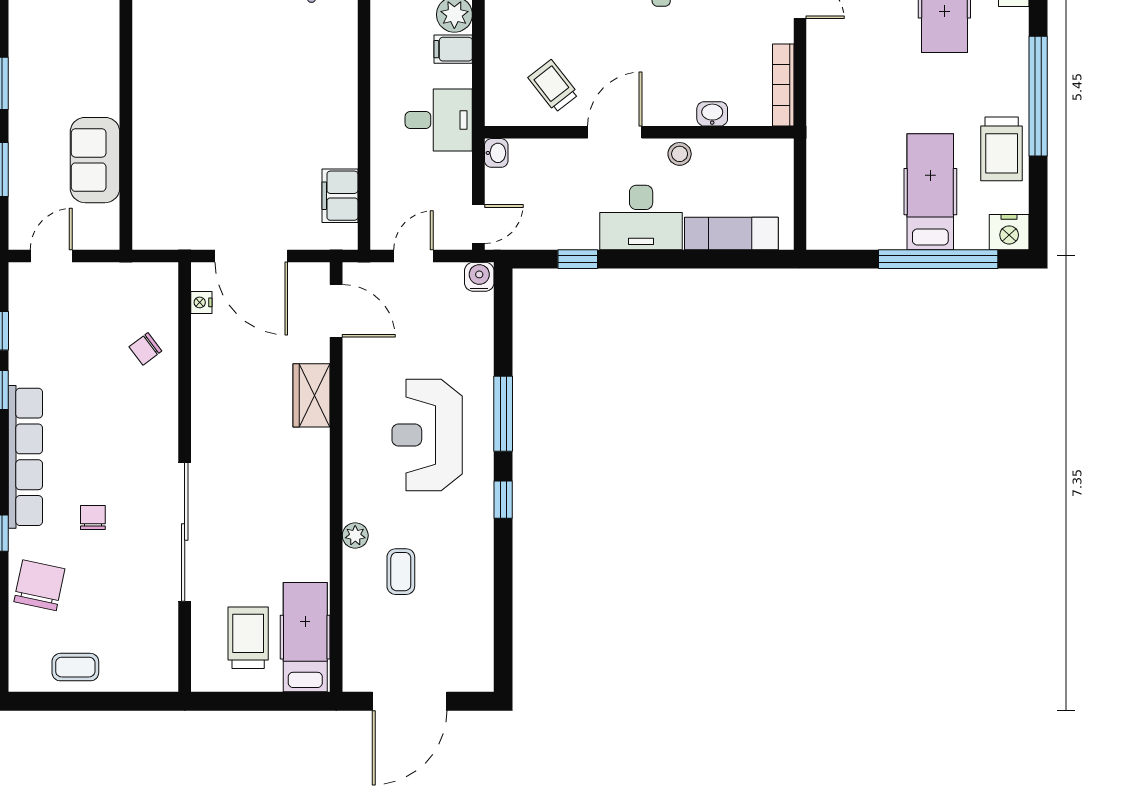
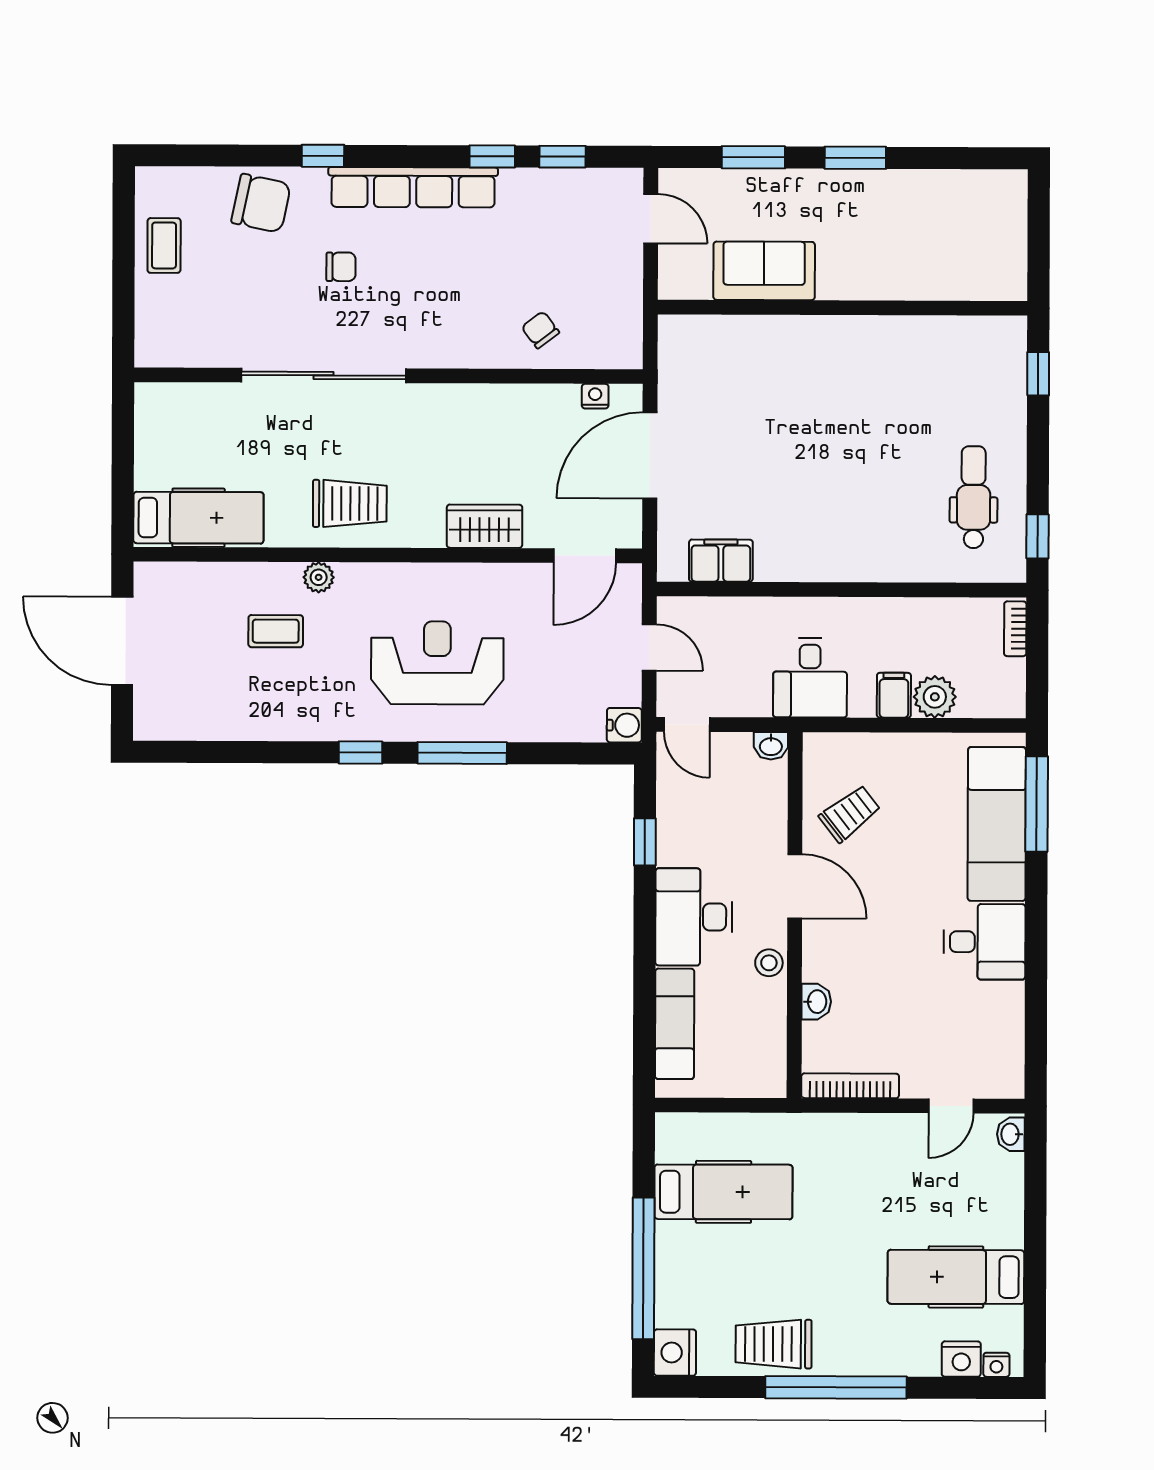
hospital bed: (930, 192) -> (723, 1192), moved
trolley: (248, 638) -> (350, 503), moved

